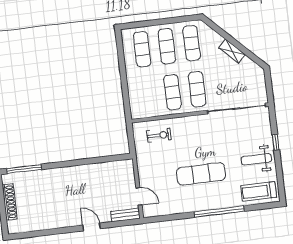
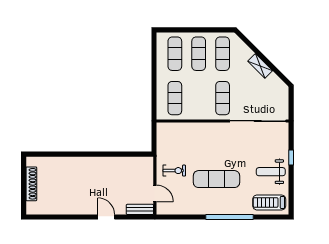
exercise mat: (172, 92) -> (175, 98), moved
exercise bike: (159, 135) -> (174, 171), moved
window: (24, 169) -> (49, 154), removed

